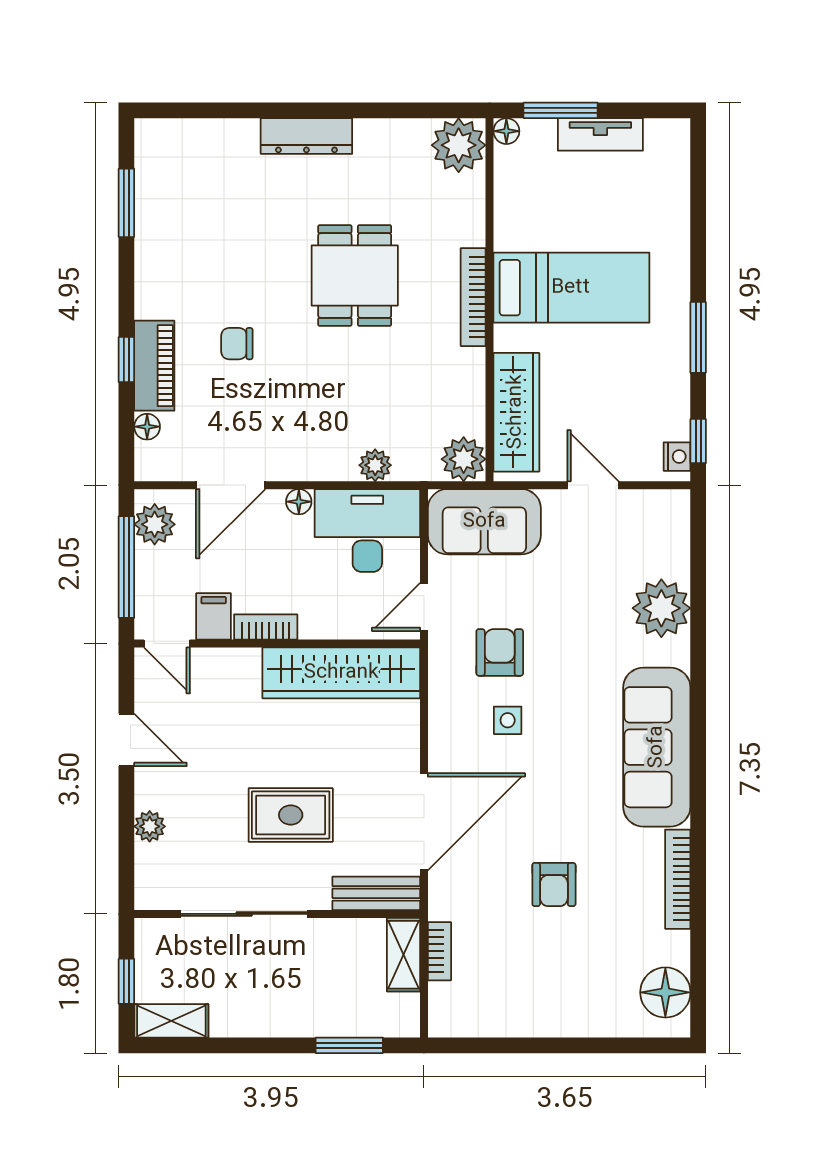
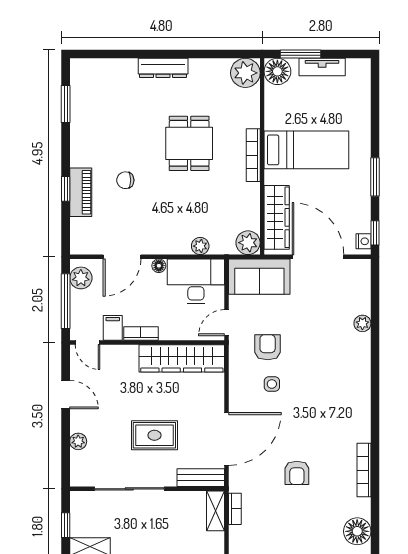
floor lamp: (506, 131) -> (277, 71), width x1.89, depth x1.89
floor lamp: (147, 427) -> (77, 225), removed
door: (593, 485) -> (318, 257), width x1.87
plant: (661, 608) -> (362, 323), width x0.53, depth x0.53
sofa: (657, 747) -> (353, 399), removed

